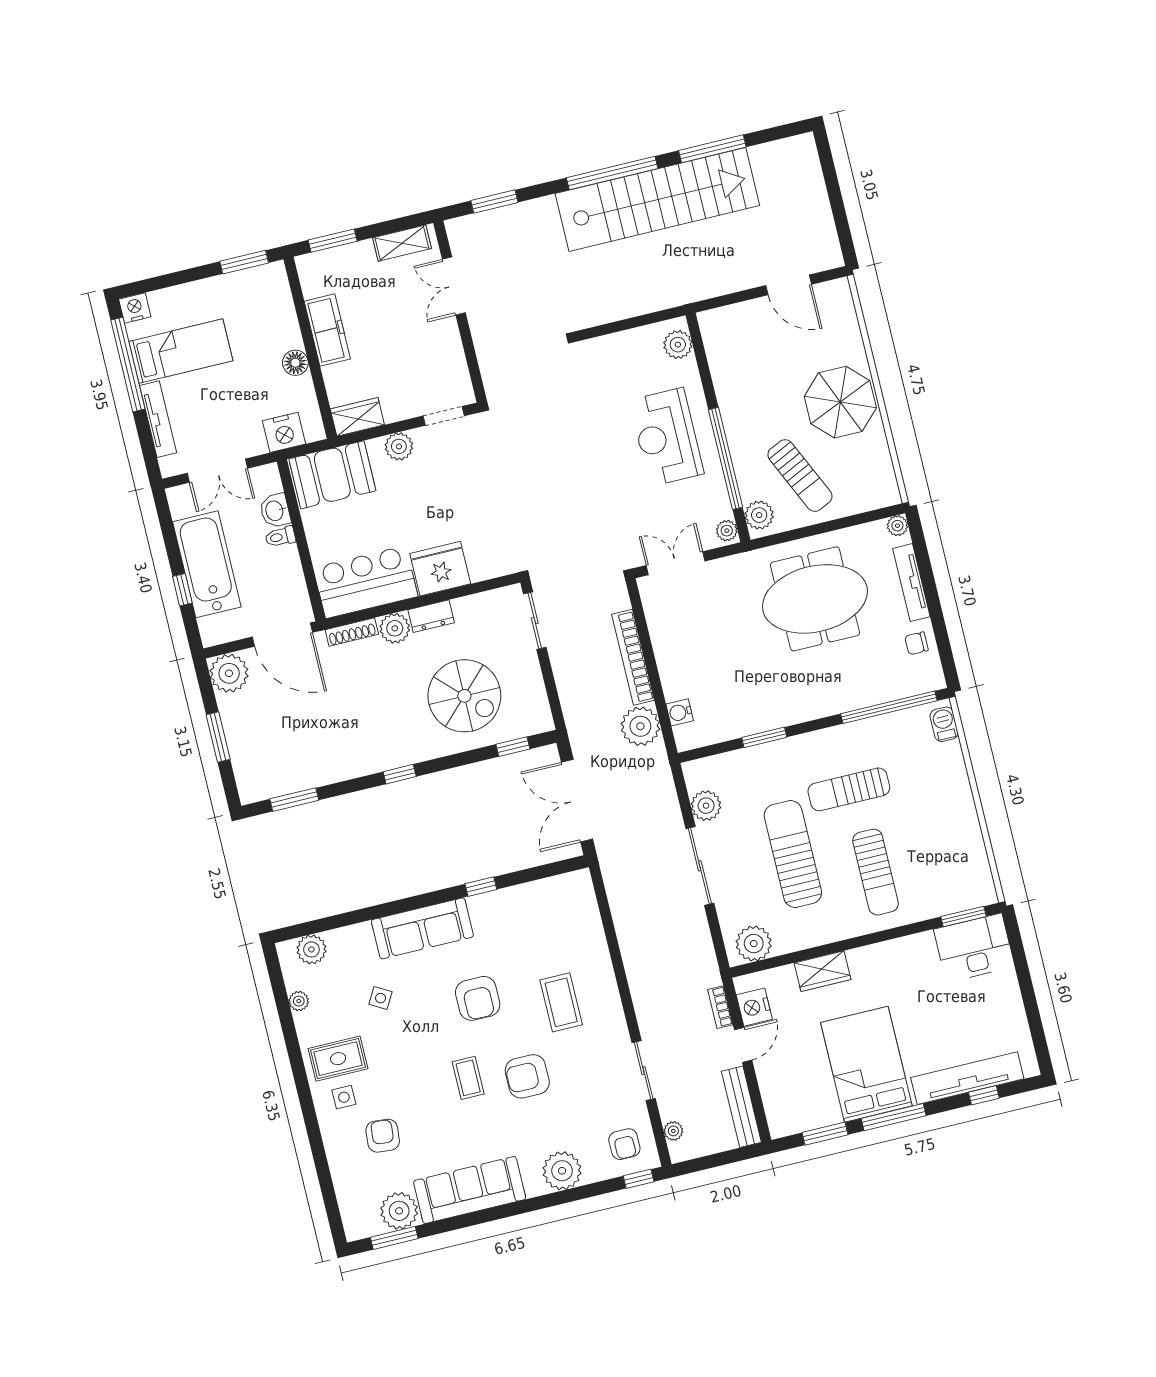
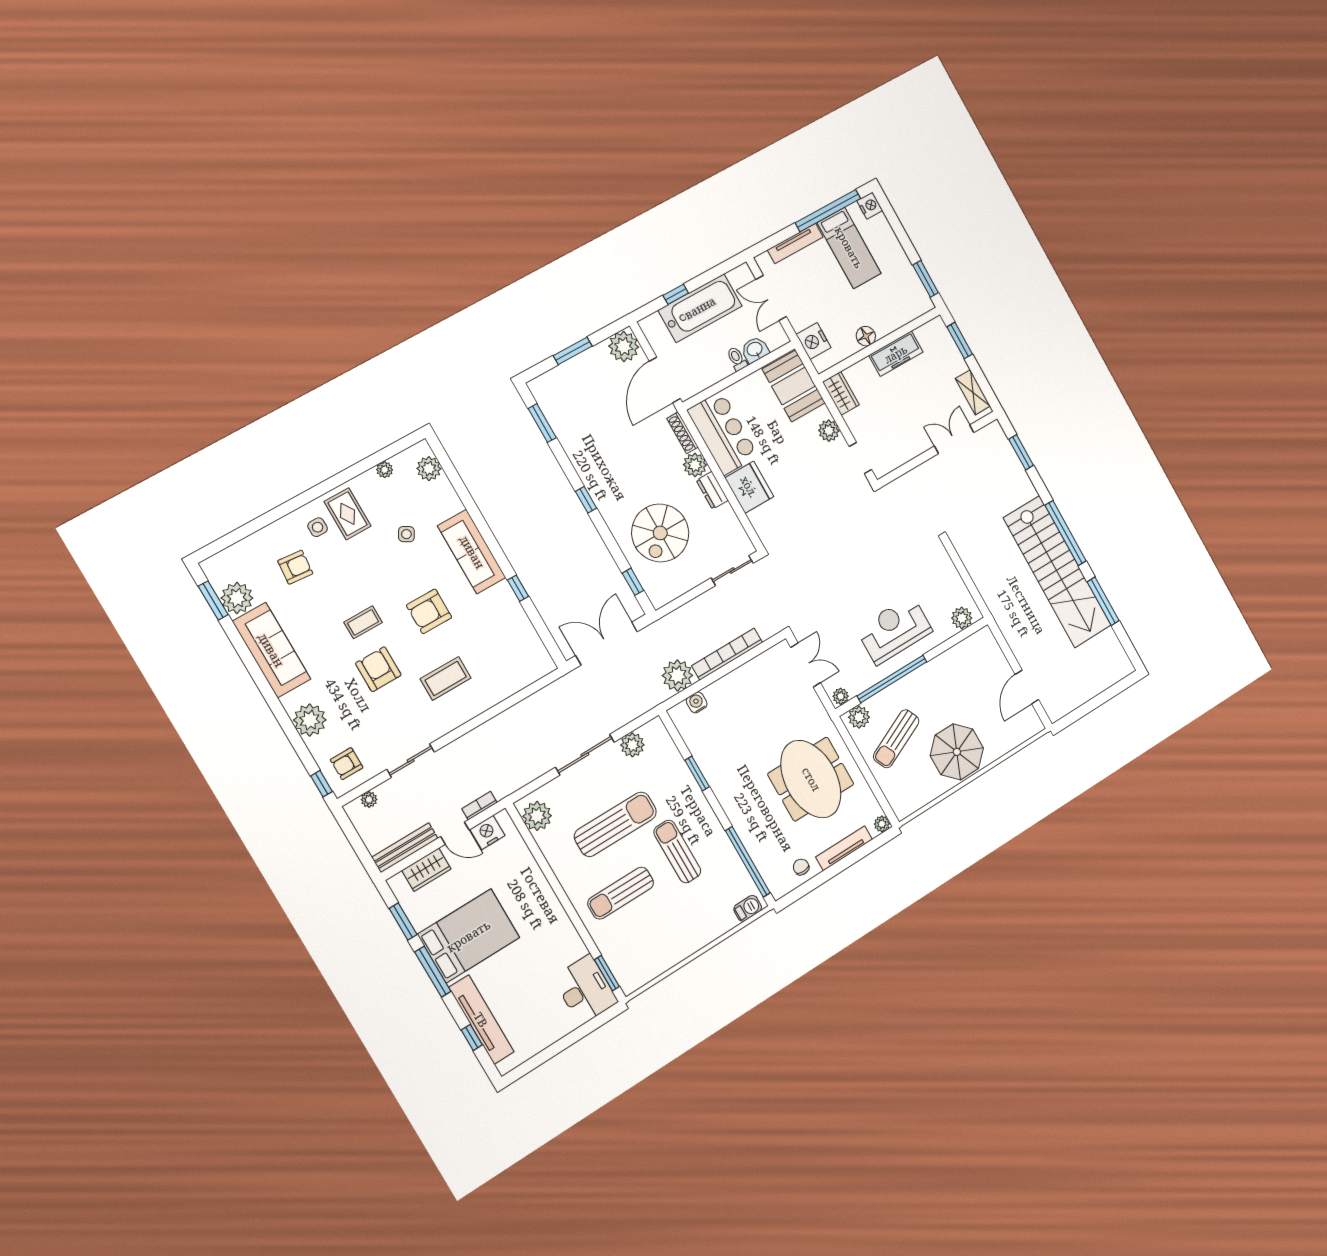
wardrobe: (822, 971) -> (426, 870), moved, turned -90

